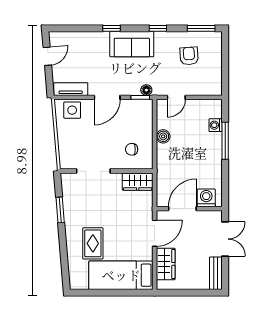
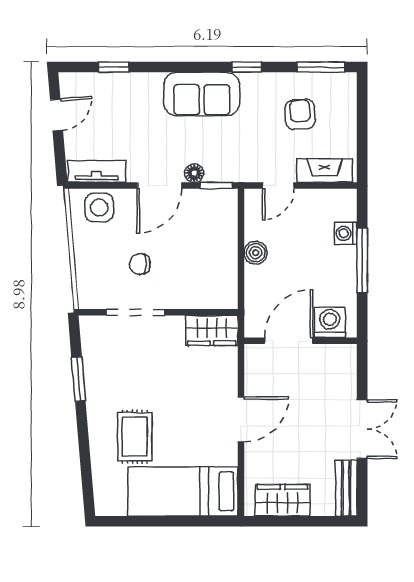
window: (111, 28) -> (114, 67), moved
fireplace: (203, 89) -> (325, 171), added
floor lamp: (146, 90) -> (194, 173), moved
chair: (132, 149) -> (140, 264), moved
washing machine: (206, 198) -> (330, 322), moved
door: (182, 209) -> (289, 341), moved
wall: (189, 209) -> (301, 341), moved
wardrobe: (166, 264) -> (283, 500), moved, turned -90

